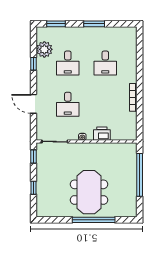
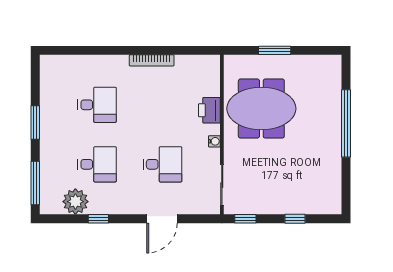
window: (56, 24) -> (35, 183), width x1.44
window: (140, 175) -> (275, 50), width x0.47
meeting table: (89, 192) -> (261, 109), moved

